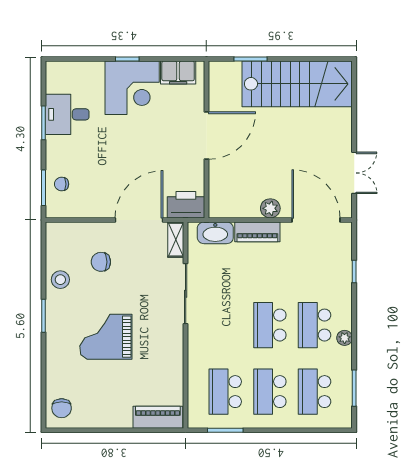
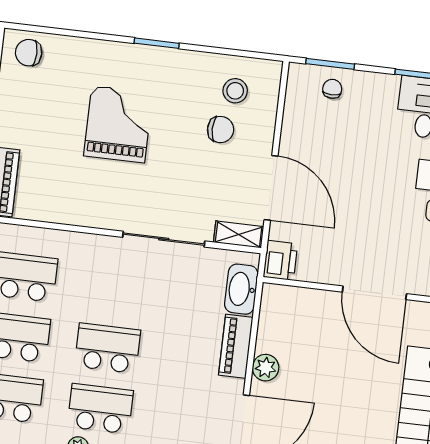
printer: (186, 205) -> (280, 260), width x0.73, depth x0.84
chair: (101, 262) -> (221, 130), turned 90
stool: (60, 280) -> (235, 91), moved

